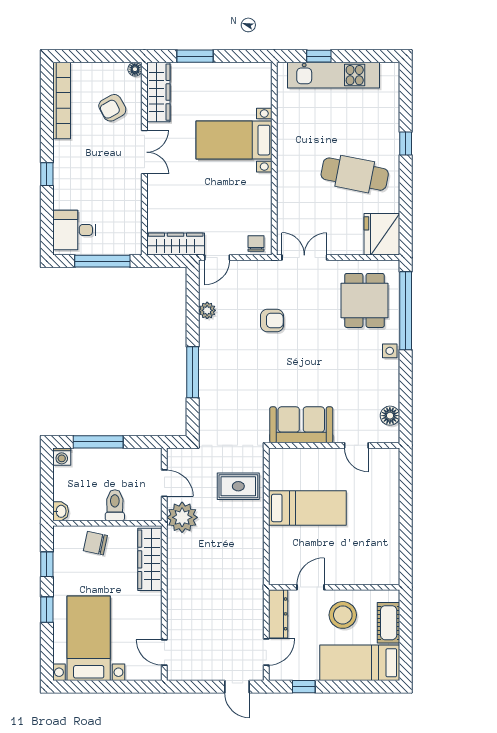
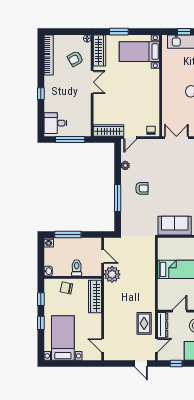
bed with nightstands: (234, 140) -> (139, 52), moved
armchair: (272, 320) -> (142, 188), moved
rug: (238, 486) -> (144, 323), moved, turned 90

